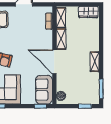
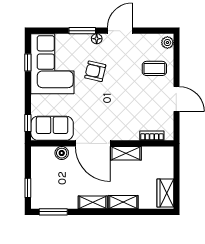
shelving: (61, 18) -> (123, 202), moved
door: (54, 62) -> (93, 143), swing flipped
boiler: (61, 96) -> (62, 153), moved

